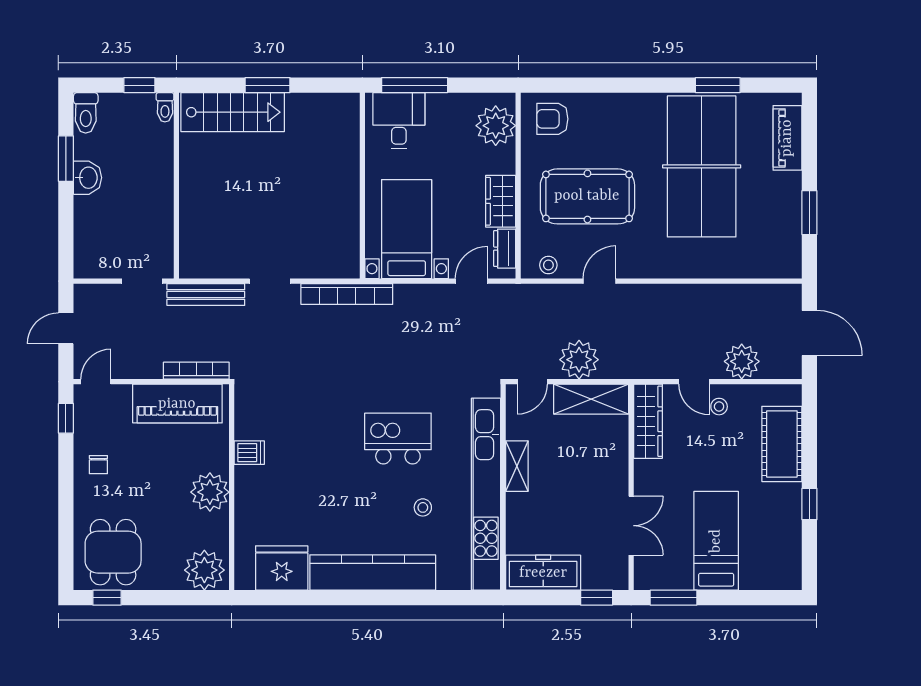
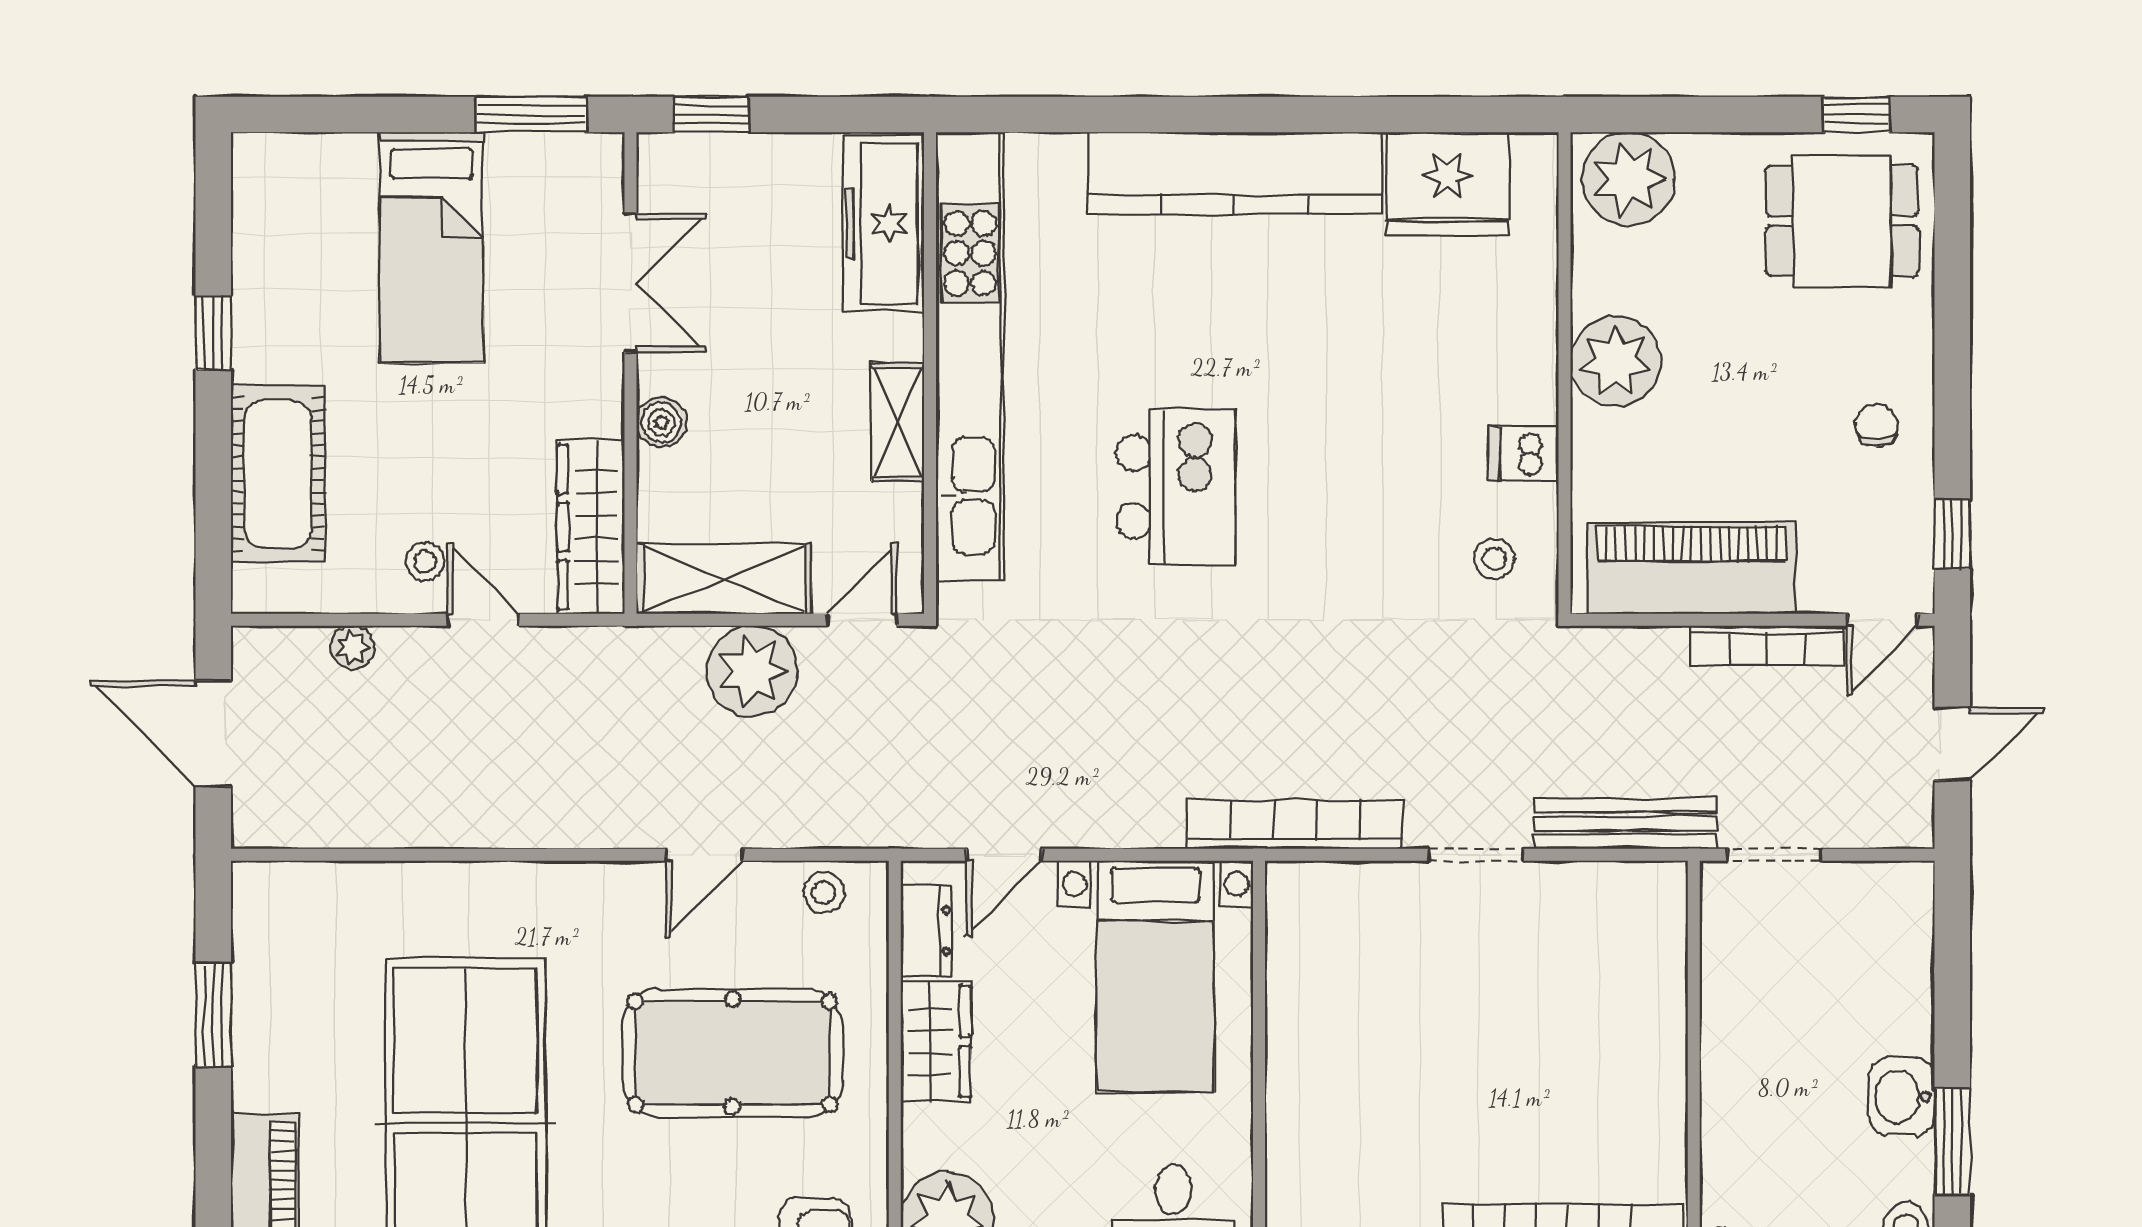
plant: (742, 361) -> (353, 648), width x0.53, depth x0.53
bookcase: (196, 371) -> (1767, 645), moved
kitchen island: (398, 438) -> (1176, 487), turned -90
boiler: (618, 466) -> (661, 422), added
stool: (423, 507) -> (1494, 559), moved
double door: (631, 526) -> (630, 283), swing flipped
dining table: (113, 552) -> (1842, 221), turned 90
freezer: (543, 573) -> (883, 224), moved, turned 90

